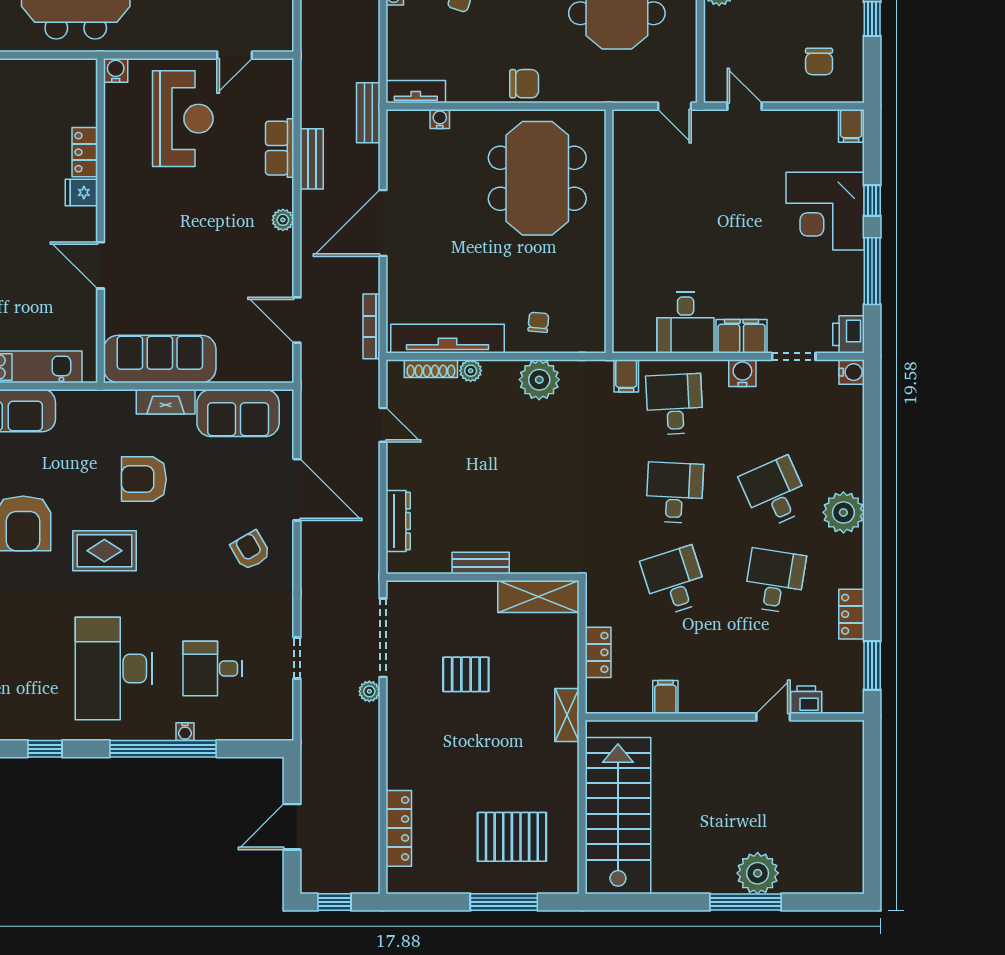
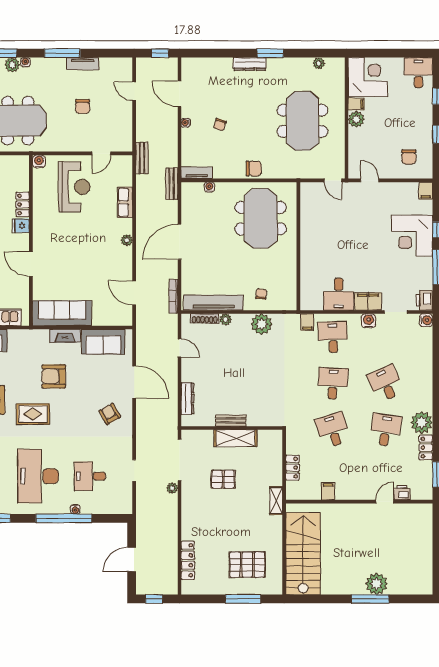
bench: (312, 159) -> (142, 158), moved
plant: (843, 512) -> (422, 422), moved
shelving: (538, 596) -> (236, 438), moved

